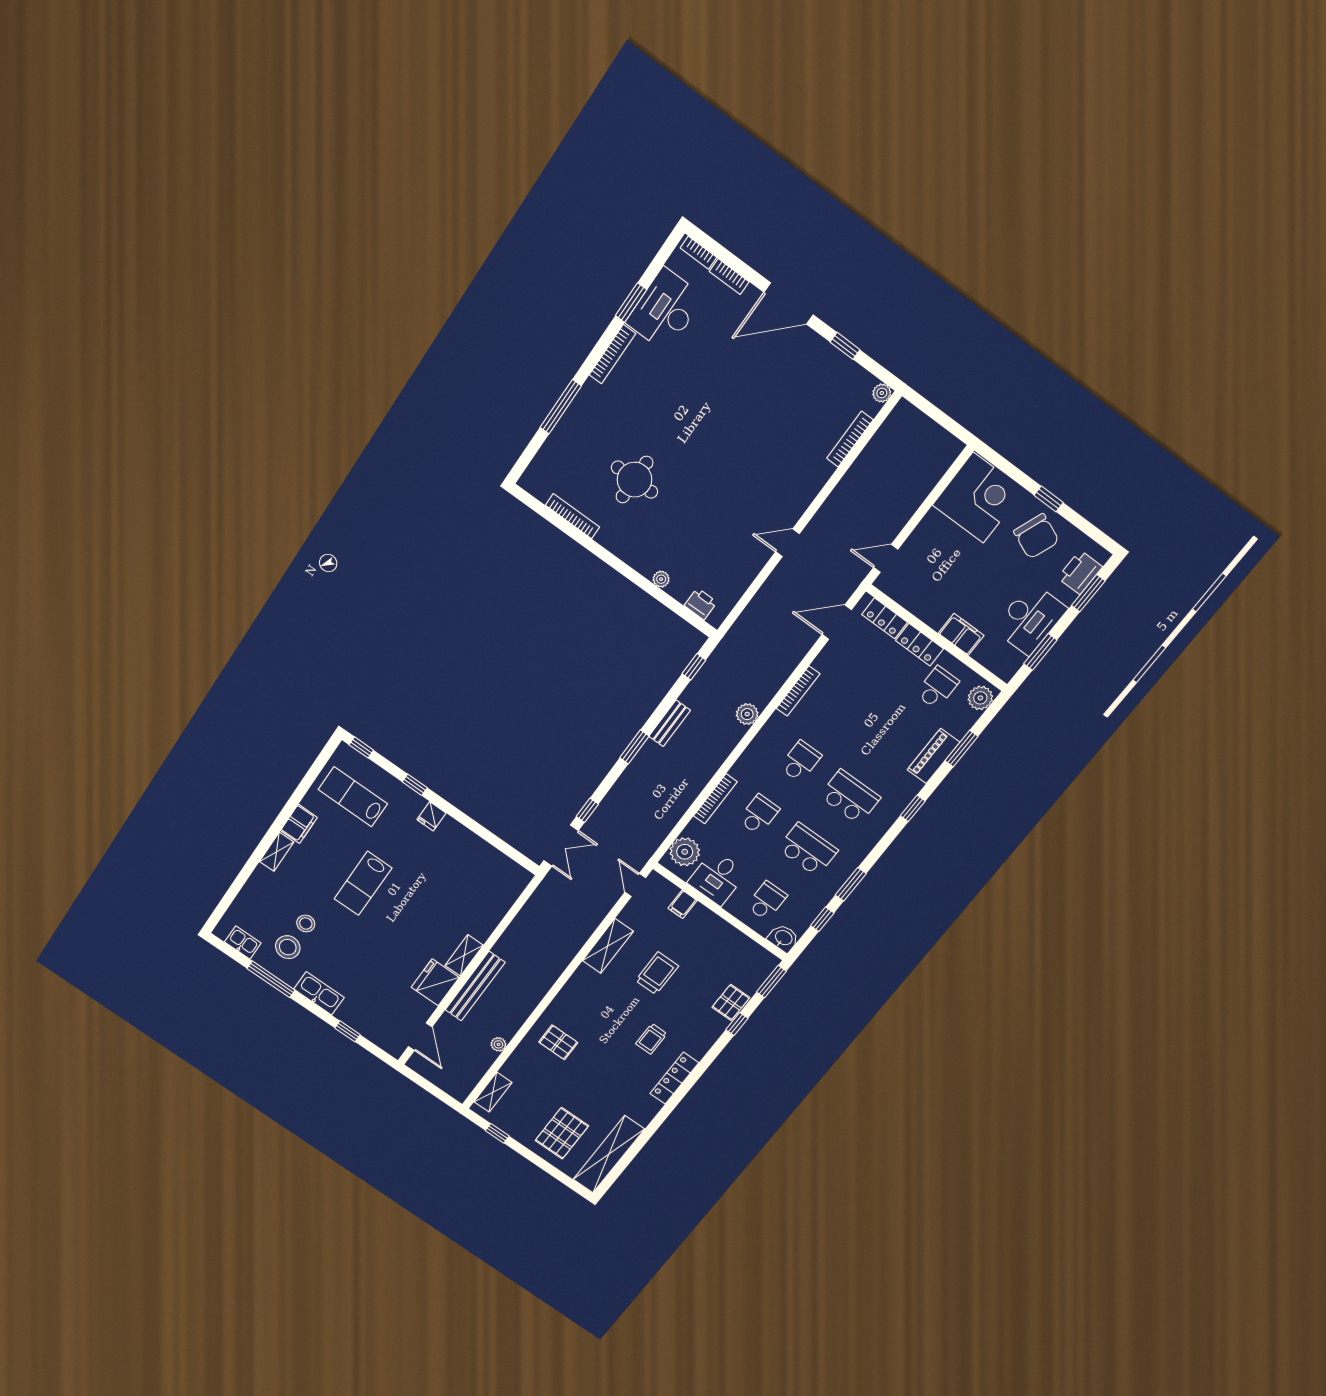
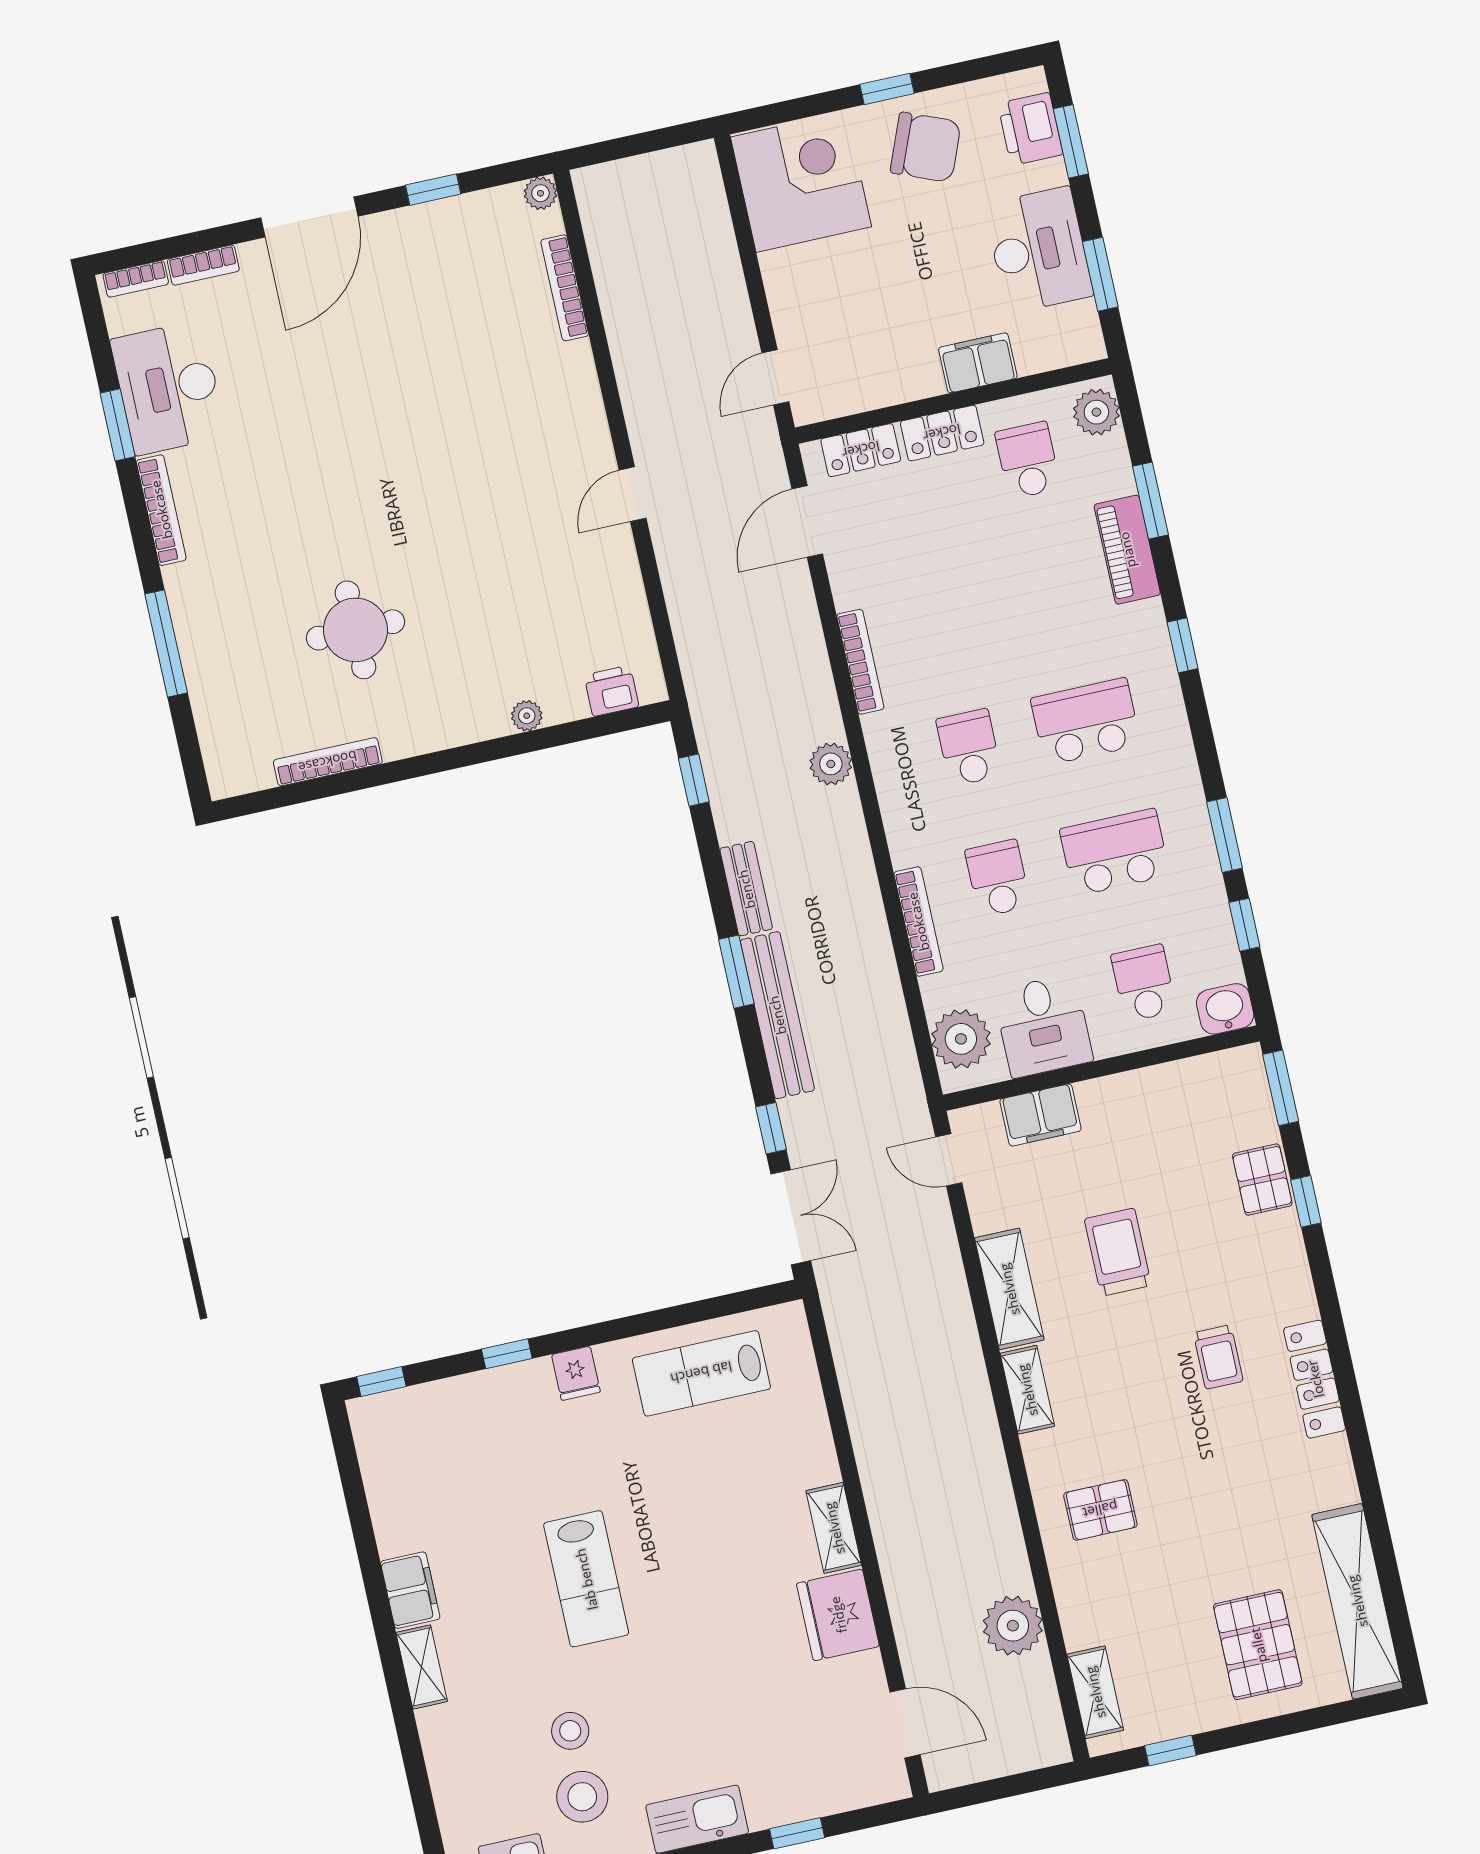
lab bench: (353, 797) -> (701, 1373), moved
filing cabinet: (682, 904) -> (1040, 1115), width x2.00
shelving: (577, 982) -> (1027, 1390), added
bench: (475, 986) -> (777, 1015), moved
plant: (498, 1044) -> (1013, 1626), width x1.88, depth x1.88

